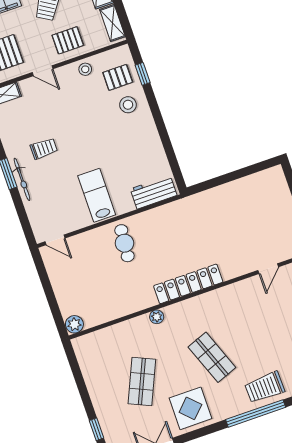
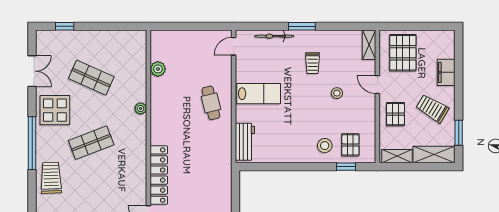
stool: (85, 69) -> (337, 93), moved
door: (43, 71) -> (377, 85), hinge flipped
bicycle: (22, 179) -> (274, 36), moved
cafe table: (124, 243) -> (211, 103), turned 71
locker: (188, 284) -> (159, 175), moved
plant: (74, 324) -> (158, 69), moved
window: (256, 413) -> (32, 143), moved

